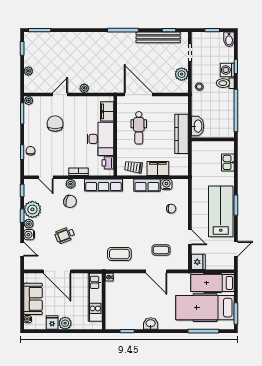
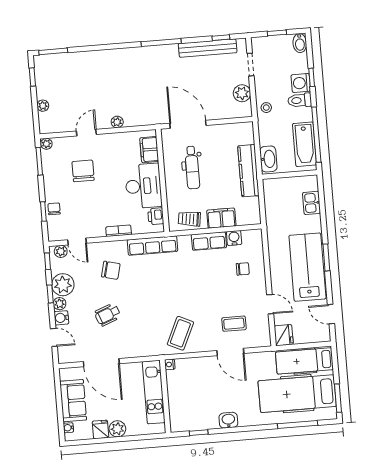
bathtub: (226, 117) -> (305, 144), added
plant: (71, 184) -> (61, 251), moved
door: (236, 249) -> (331, 314), swing flipped
coffee table: (119, 254) -> (180, 333), turned -65

